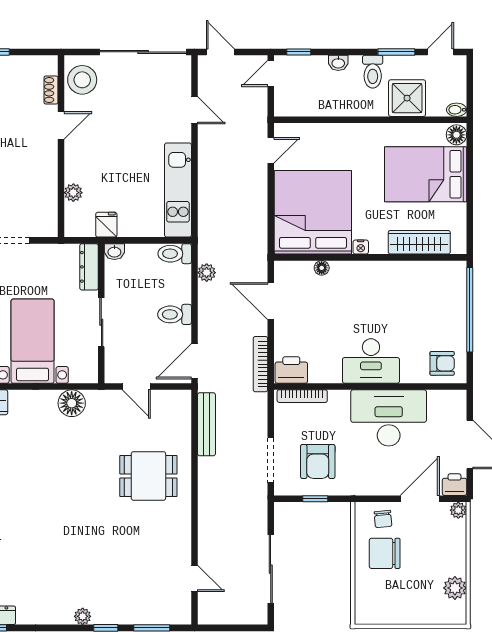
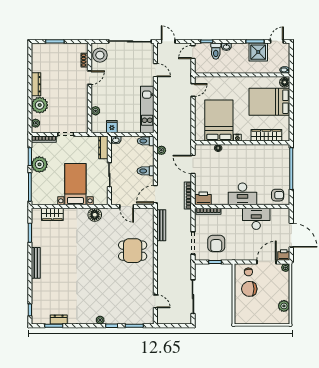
toilet: (373, 72) -> (216, 51), moved
shower: (407, 98) -> (258, 52), moved
bed: (313, 212) -> (219, 121), width x0.73
desk: (389, 418) -> (256, 219), width x0.73, depth x0.77

